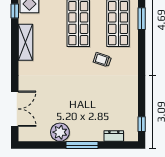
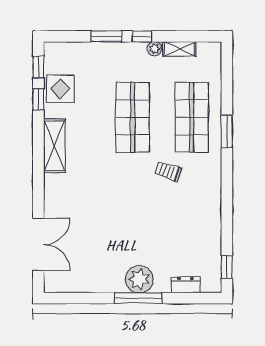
window: (142, 19) -> (227, 131), moved
plant: (60, 132) -> (139, 279), moved

